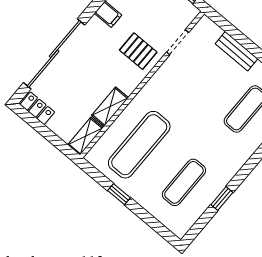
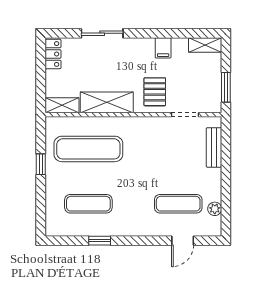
bench: (237, 51) -> (214, 147), moved
sliding door: (54, 54) -> (102, 33), width x0.54
shelving: (110, 107) -> (107, 102), width x1.50, depth x1.33

